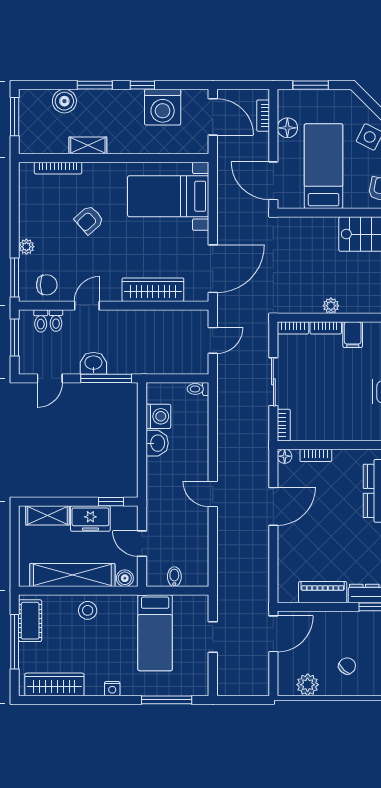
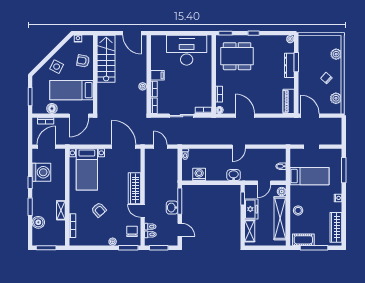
wardrobe: (153, 290) -> (134, 188), moved
washbasin: (157, 443) -> (234, 175), moved
piano: (323, 592) -> (289, 101), moved

